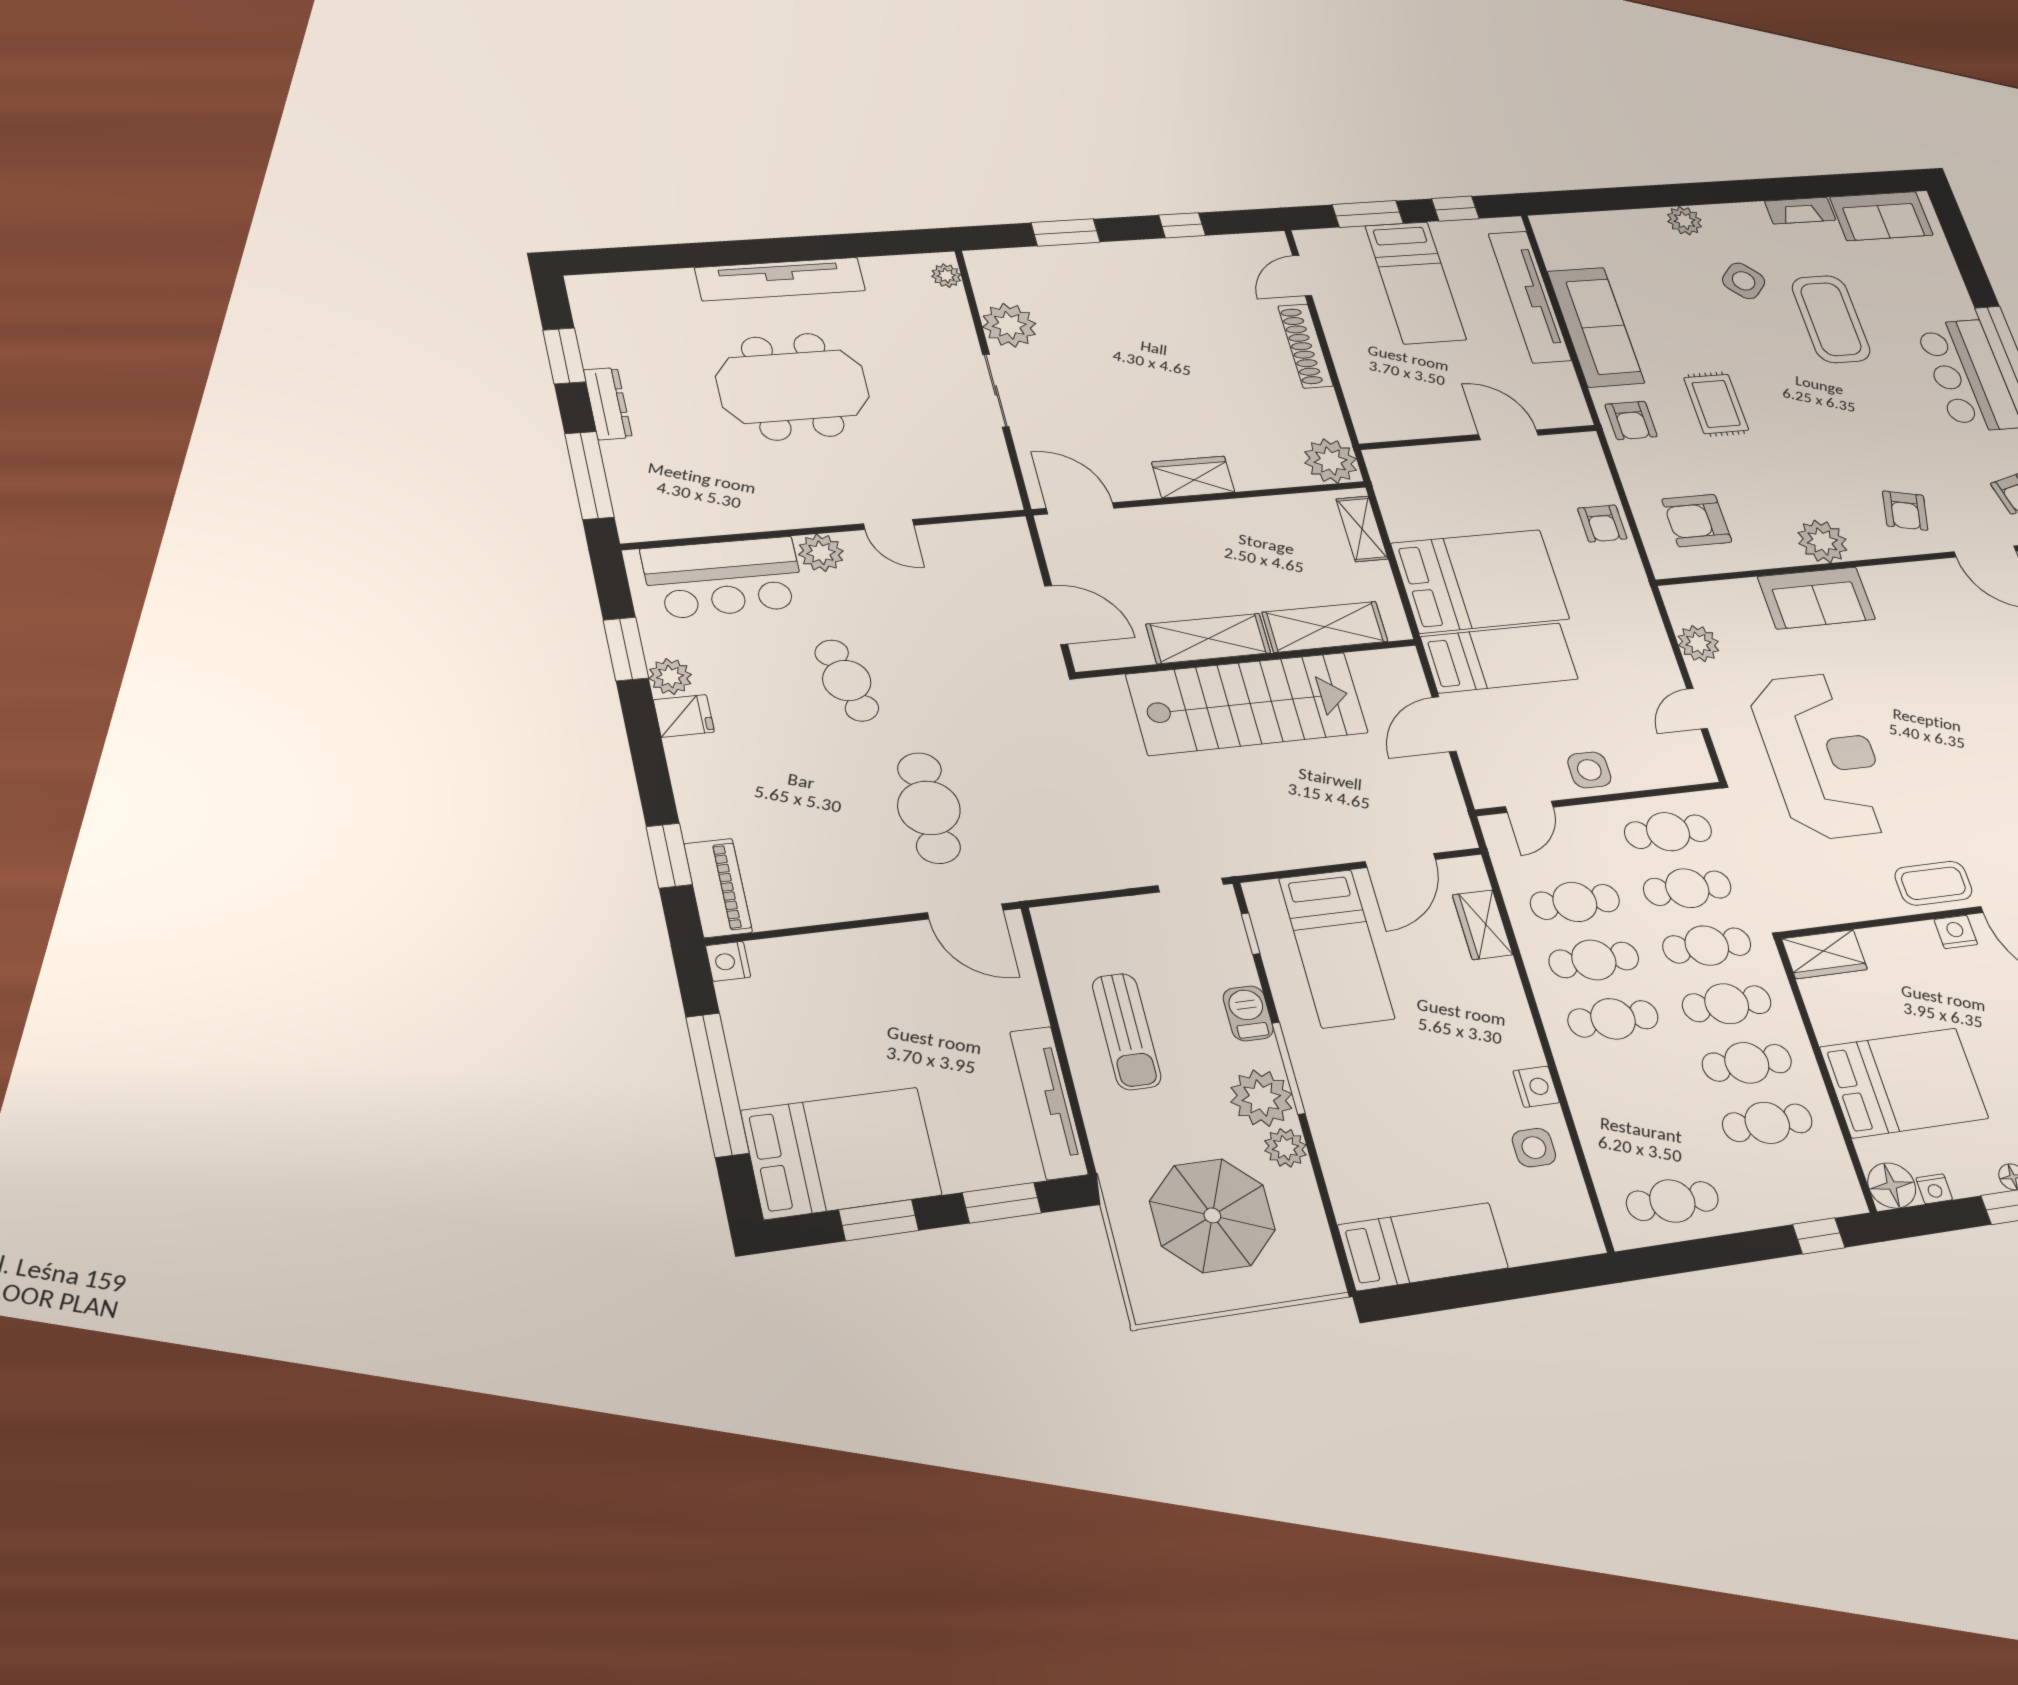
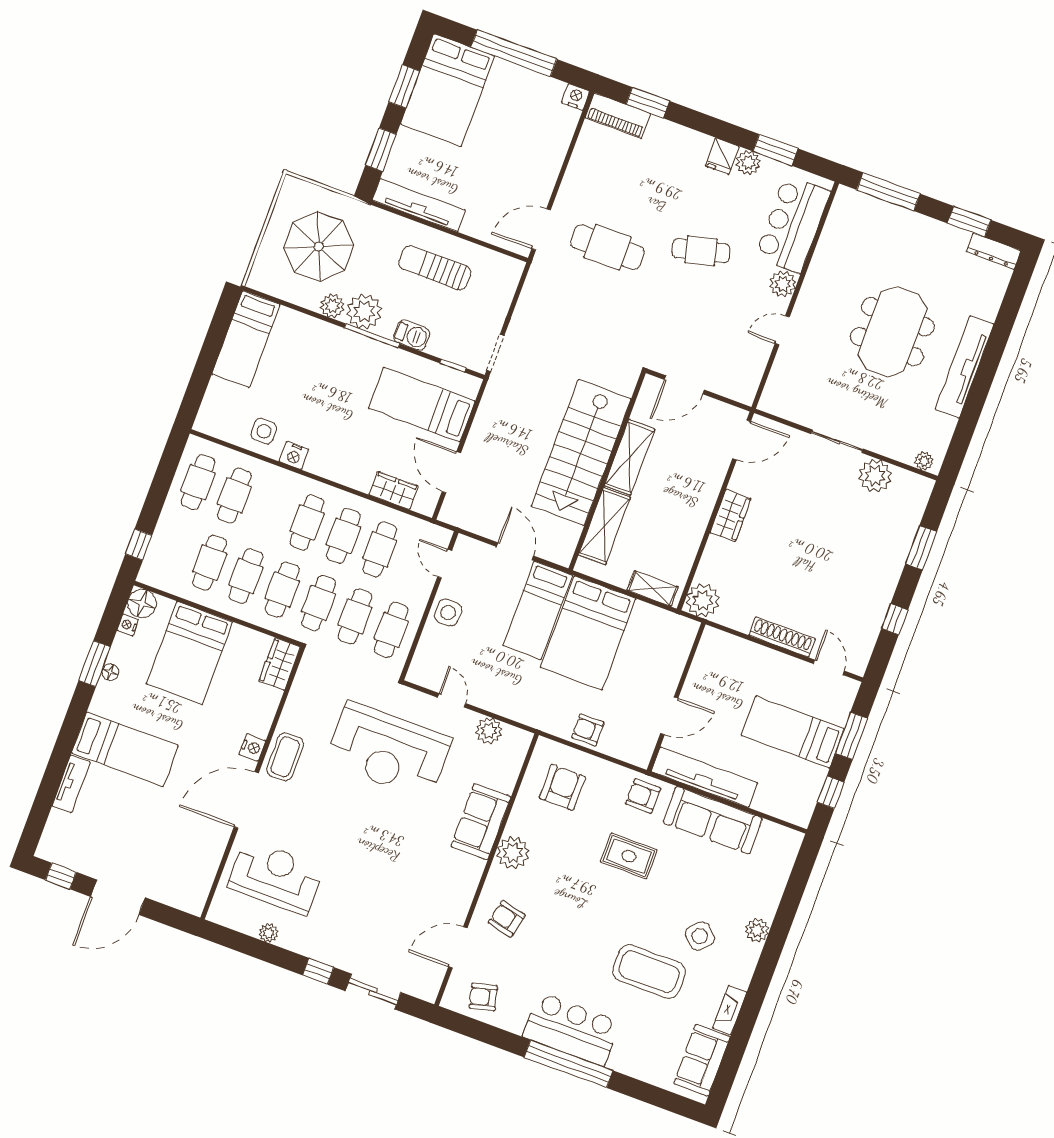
tv unit: (1530, 297) -> (704, 777), moved
dresser: (608, 404) -> (994, 251), moved
cafe table: (1652, 1139) -> (234, 496), added

